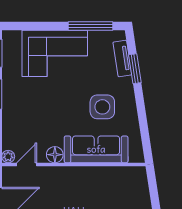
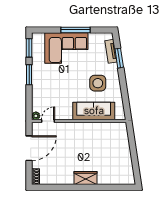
window: (91, 26) -> (75, 30), moved
floor lamp: (55, 155) -> (67, 115), removed

